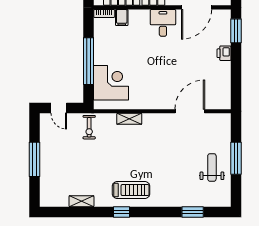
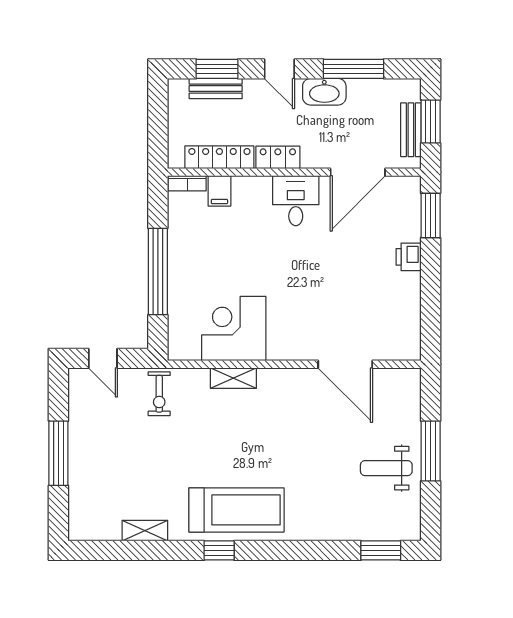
corner desk: (111, 83) -> (234, 328), moved, turned -90
door: (190, 111) -> (345, 364), swing flipped
weight bench: (212, 167) -> (386, 468), turned -90
treadmill: (131, 190) -> (236, 510), width x1.37, depth x1.38
window: (193, 212) -> (381, 550), moved

